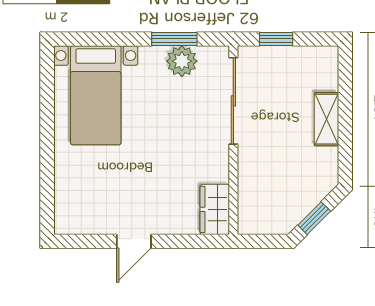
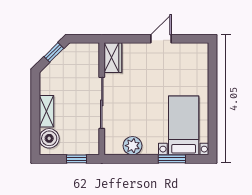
window: (174, 39) -> (172, 159), moved
boiler: (322, 74) -> (49, 138), added
sliding door: (233, 101) -> (102, 103), moved

